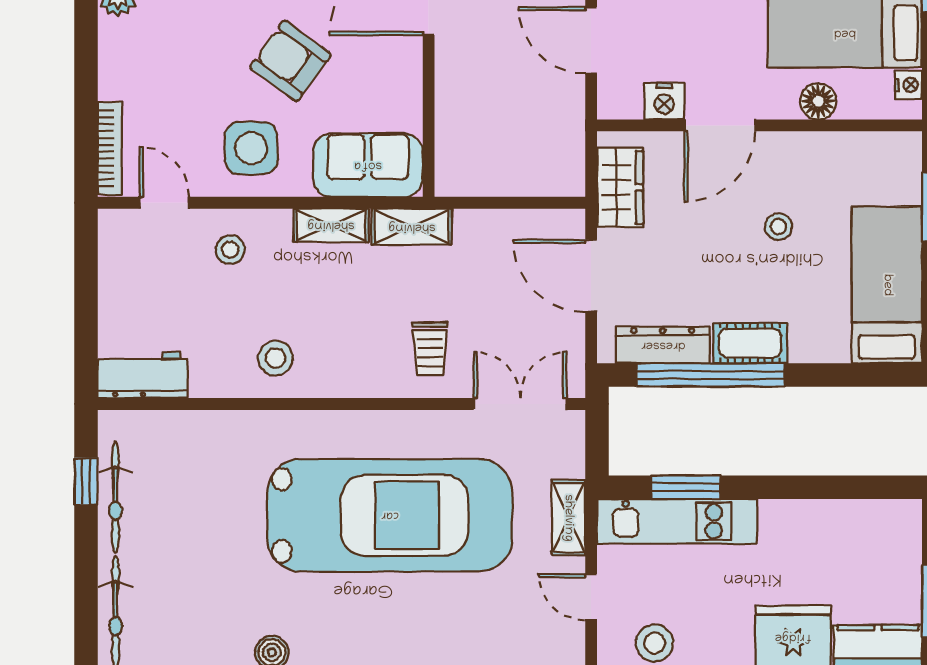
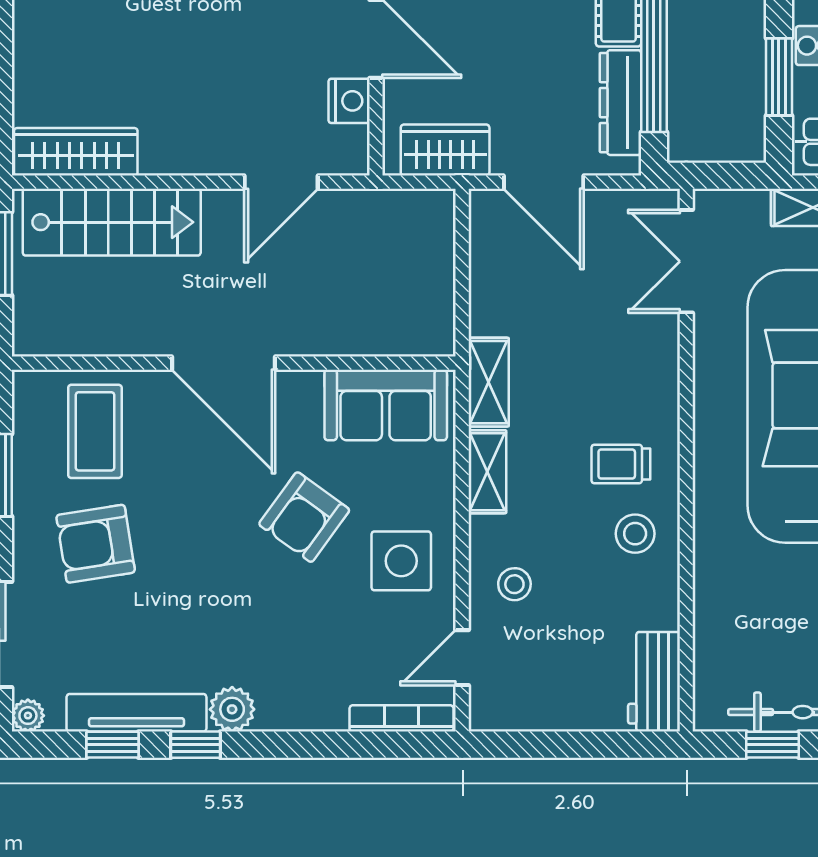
sofa: (368, 165) -> (386, 405), moved, turned -90
door: (591, 276) -> (544, 182), hinge flipped
trolley: (430, 349) -> (621, 464), moved, turned 180

